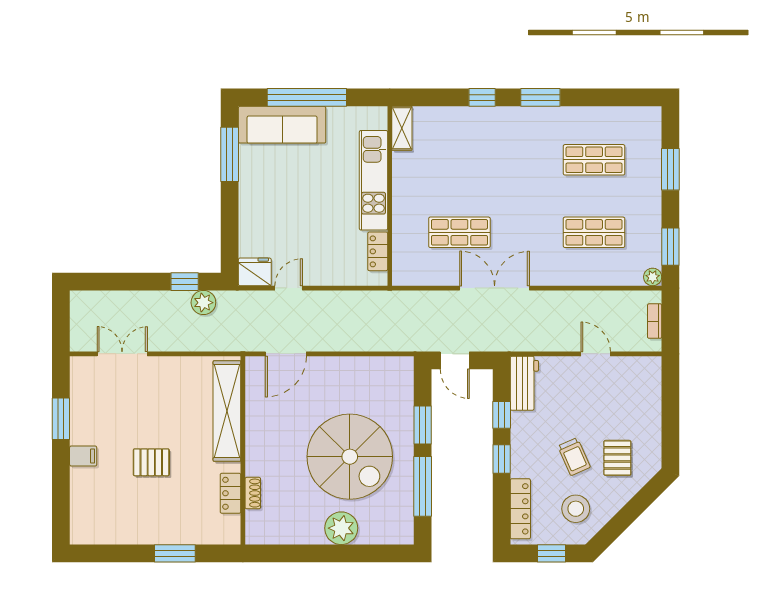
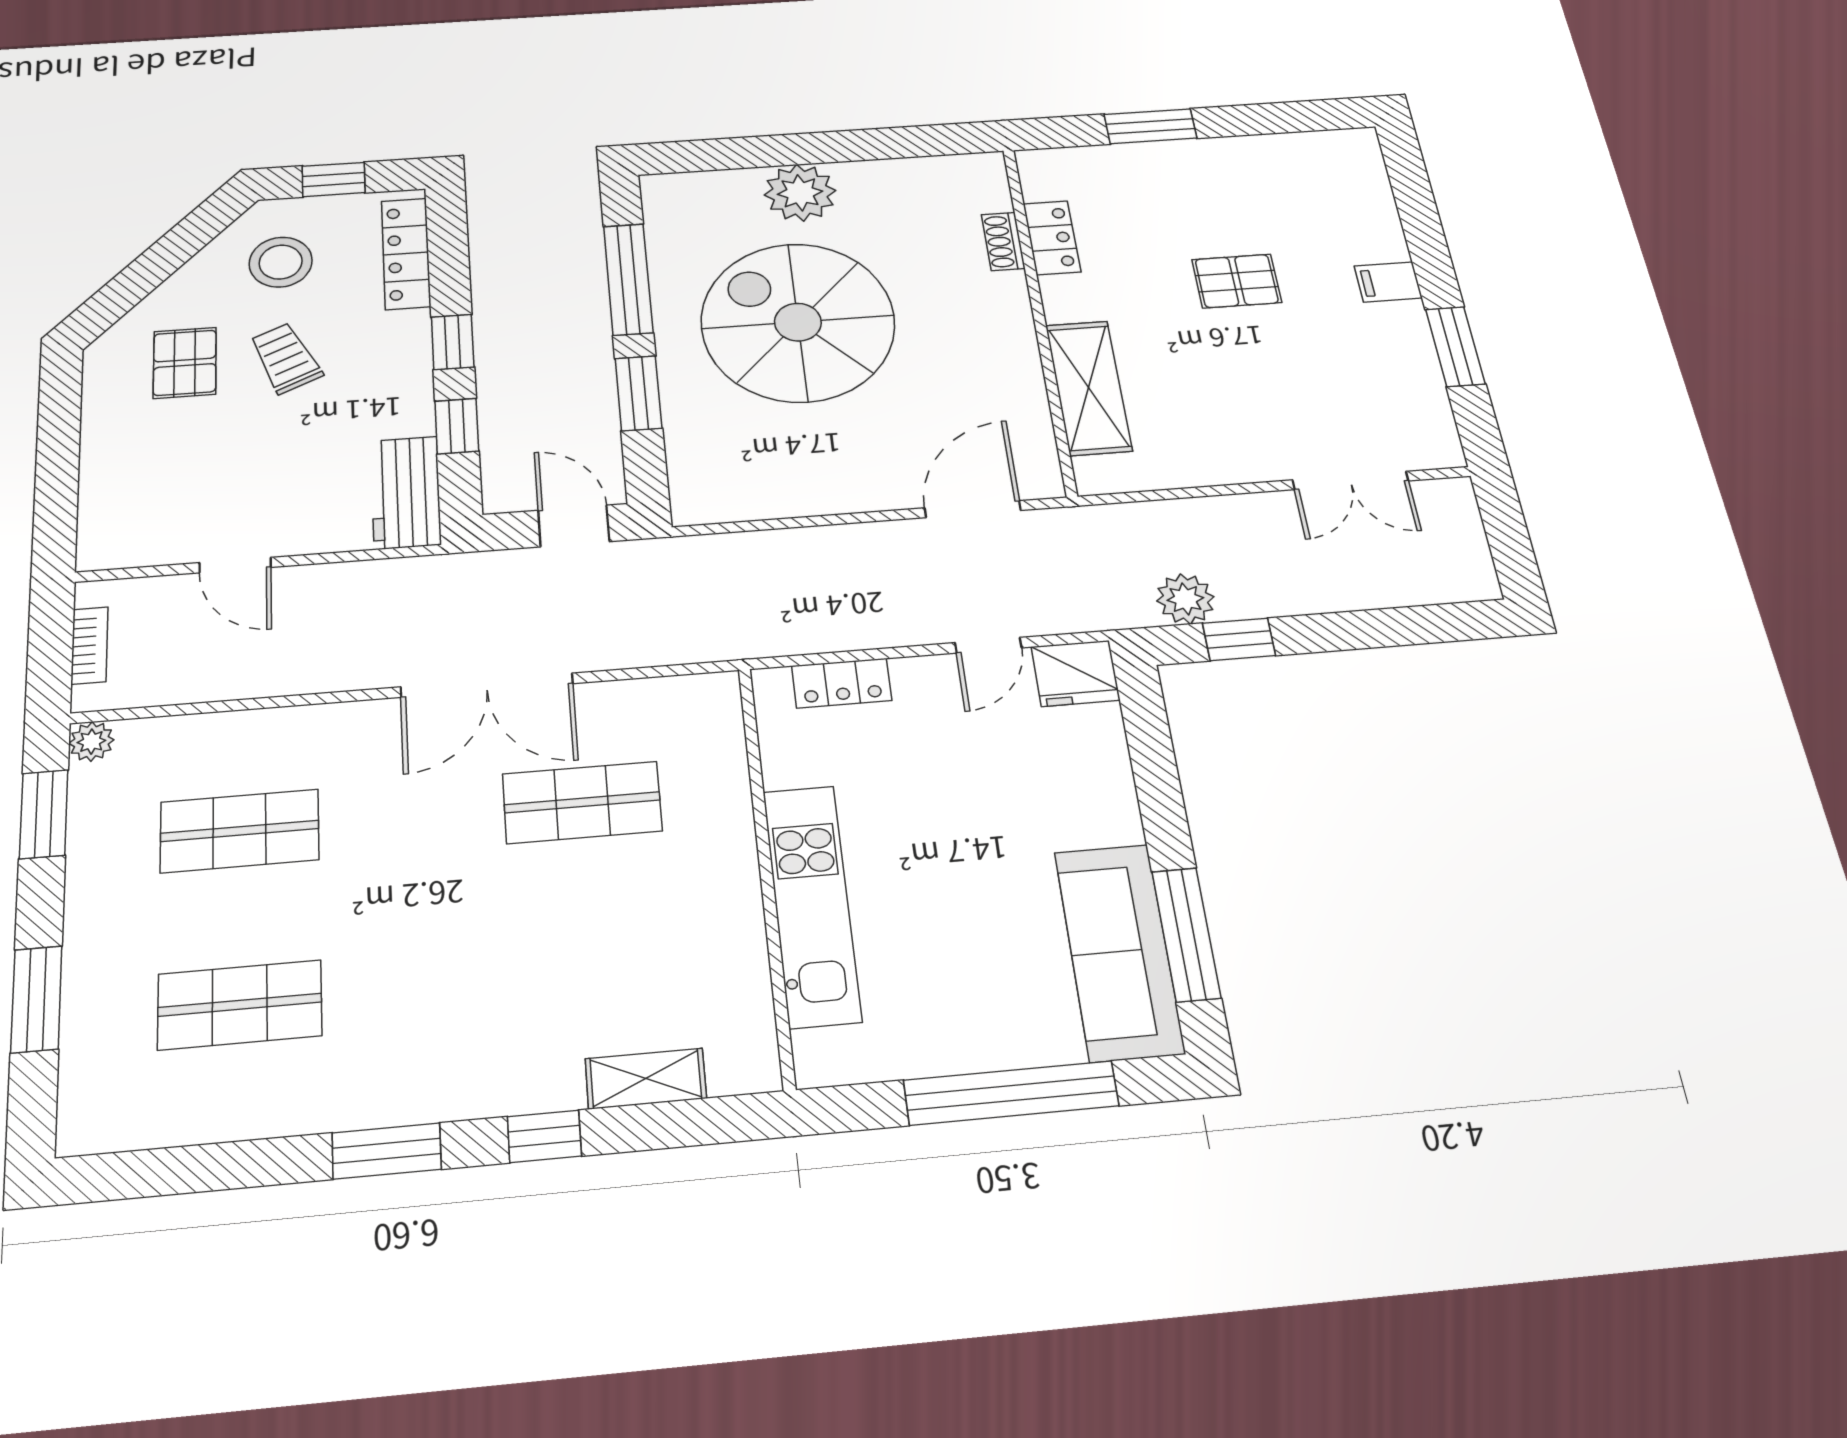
sofa: (282, 125) -> (1119, 952), moved, turned -90
shelving: (402, 128) -> (646, 1079), moved, turned 90
locker: (378, 251) -> (842, 683), moved, turned 90
shelving: (227, 411) -> (1088, 388), width x0.68

